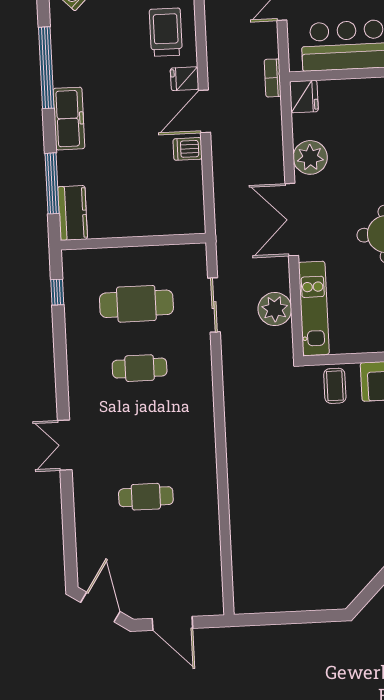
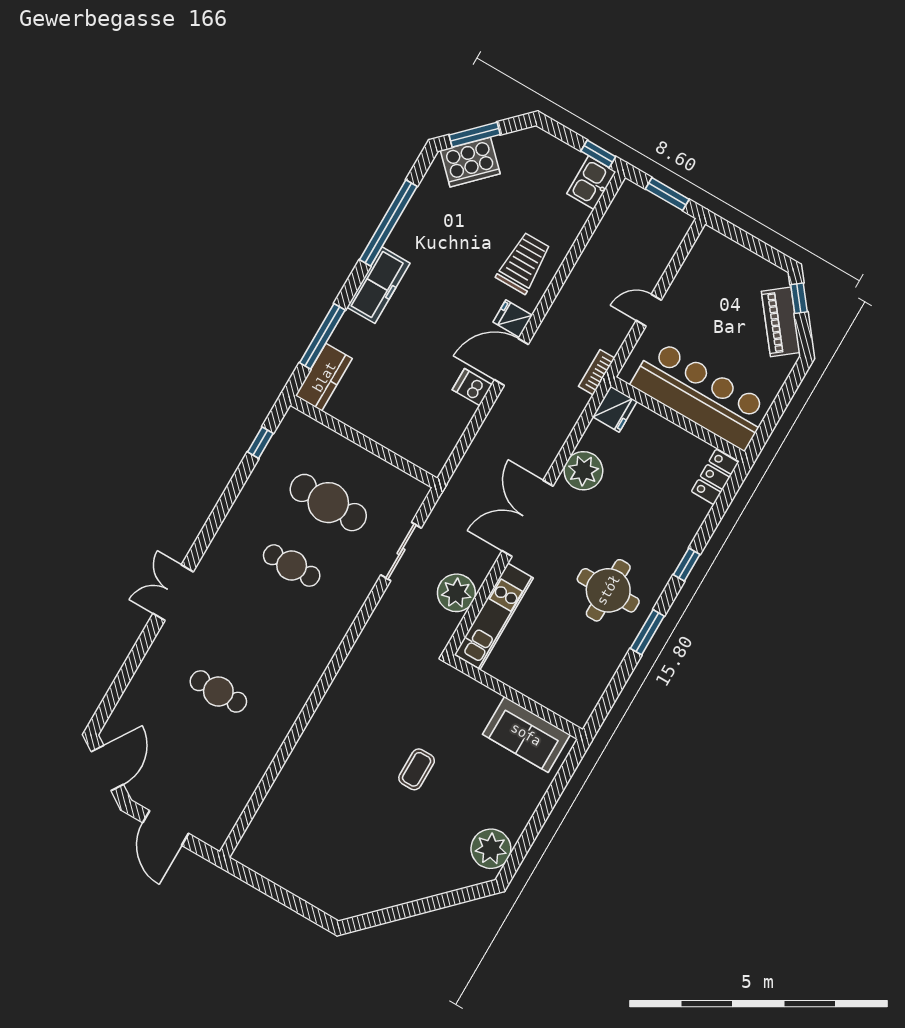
coffee table: (335, 386) -> (417, 769), moved

